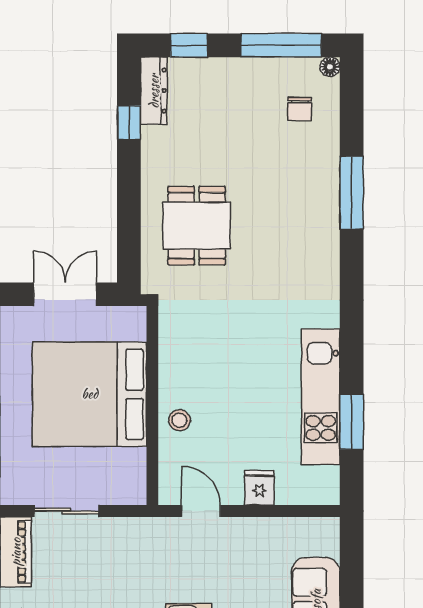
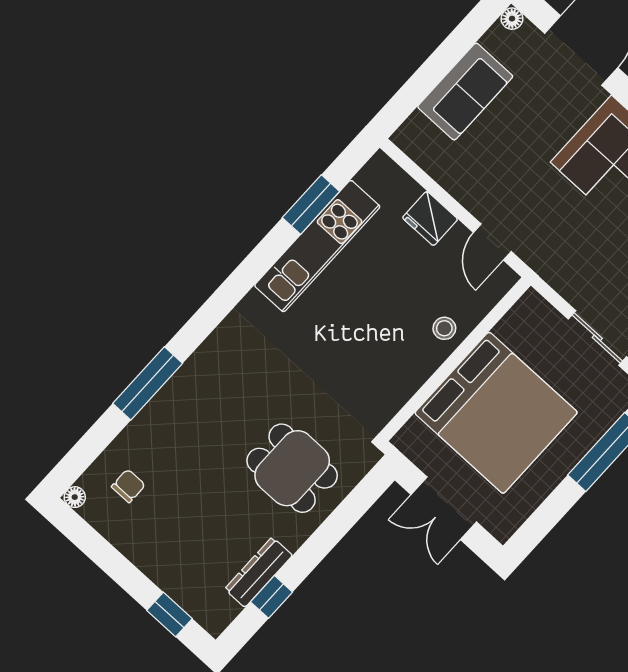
window: (281, 45) -> (97, 549), removed
dresser: (154, 91) -> (259, 572), moved
dining table: (197, 226) -> (292, 468), turned 90
fridge: (259, 488) -> (430, 219), width x1.38

